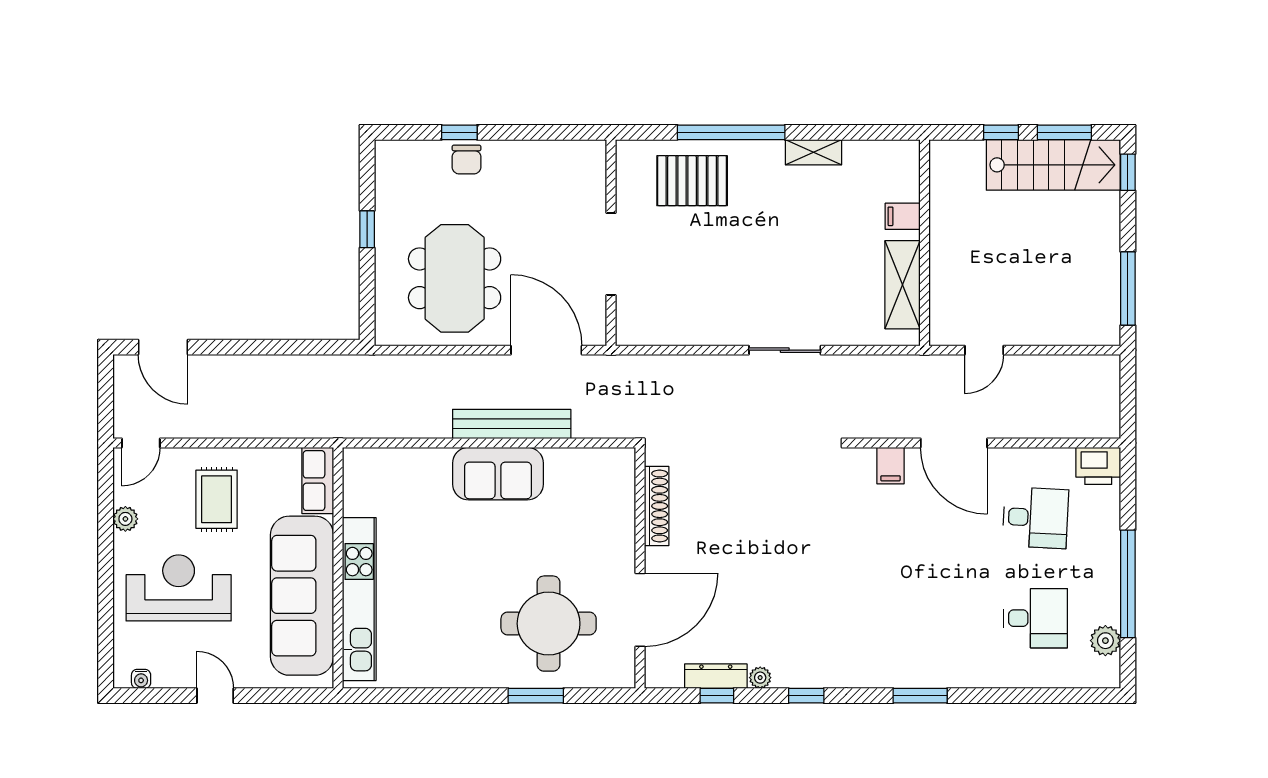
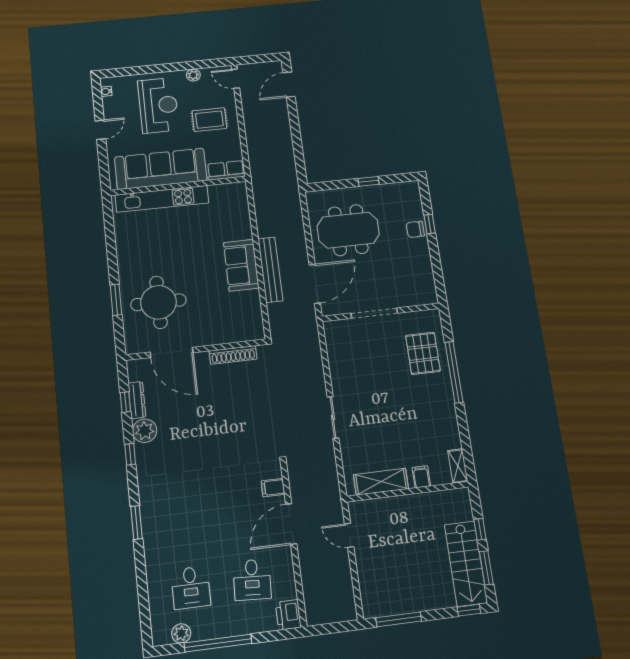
shelving: (814, 152) -> (458, 466), moved
plant: (760, 678) -> (145, 431), width x1.87, depth x1.87

